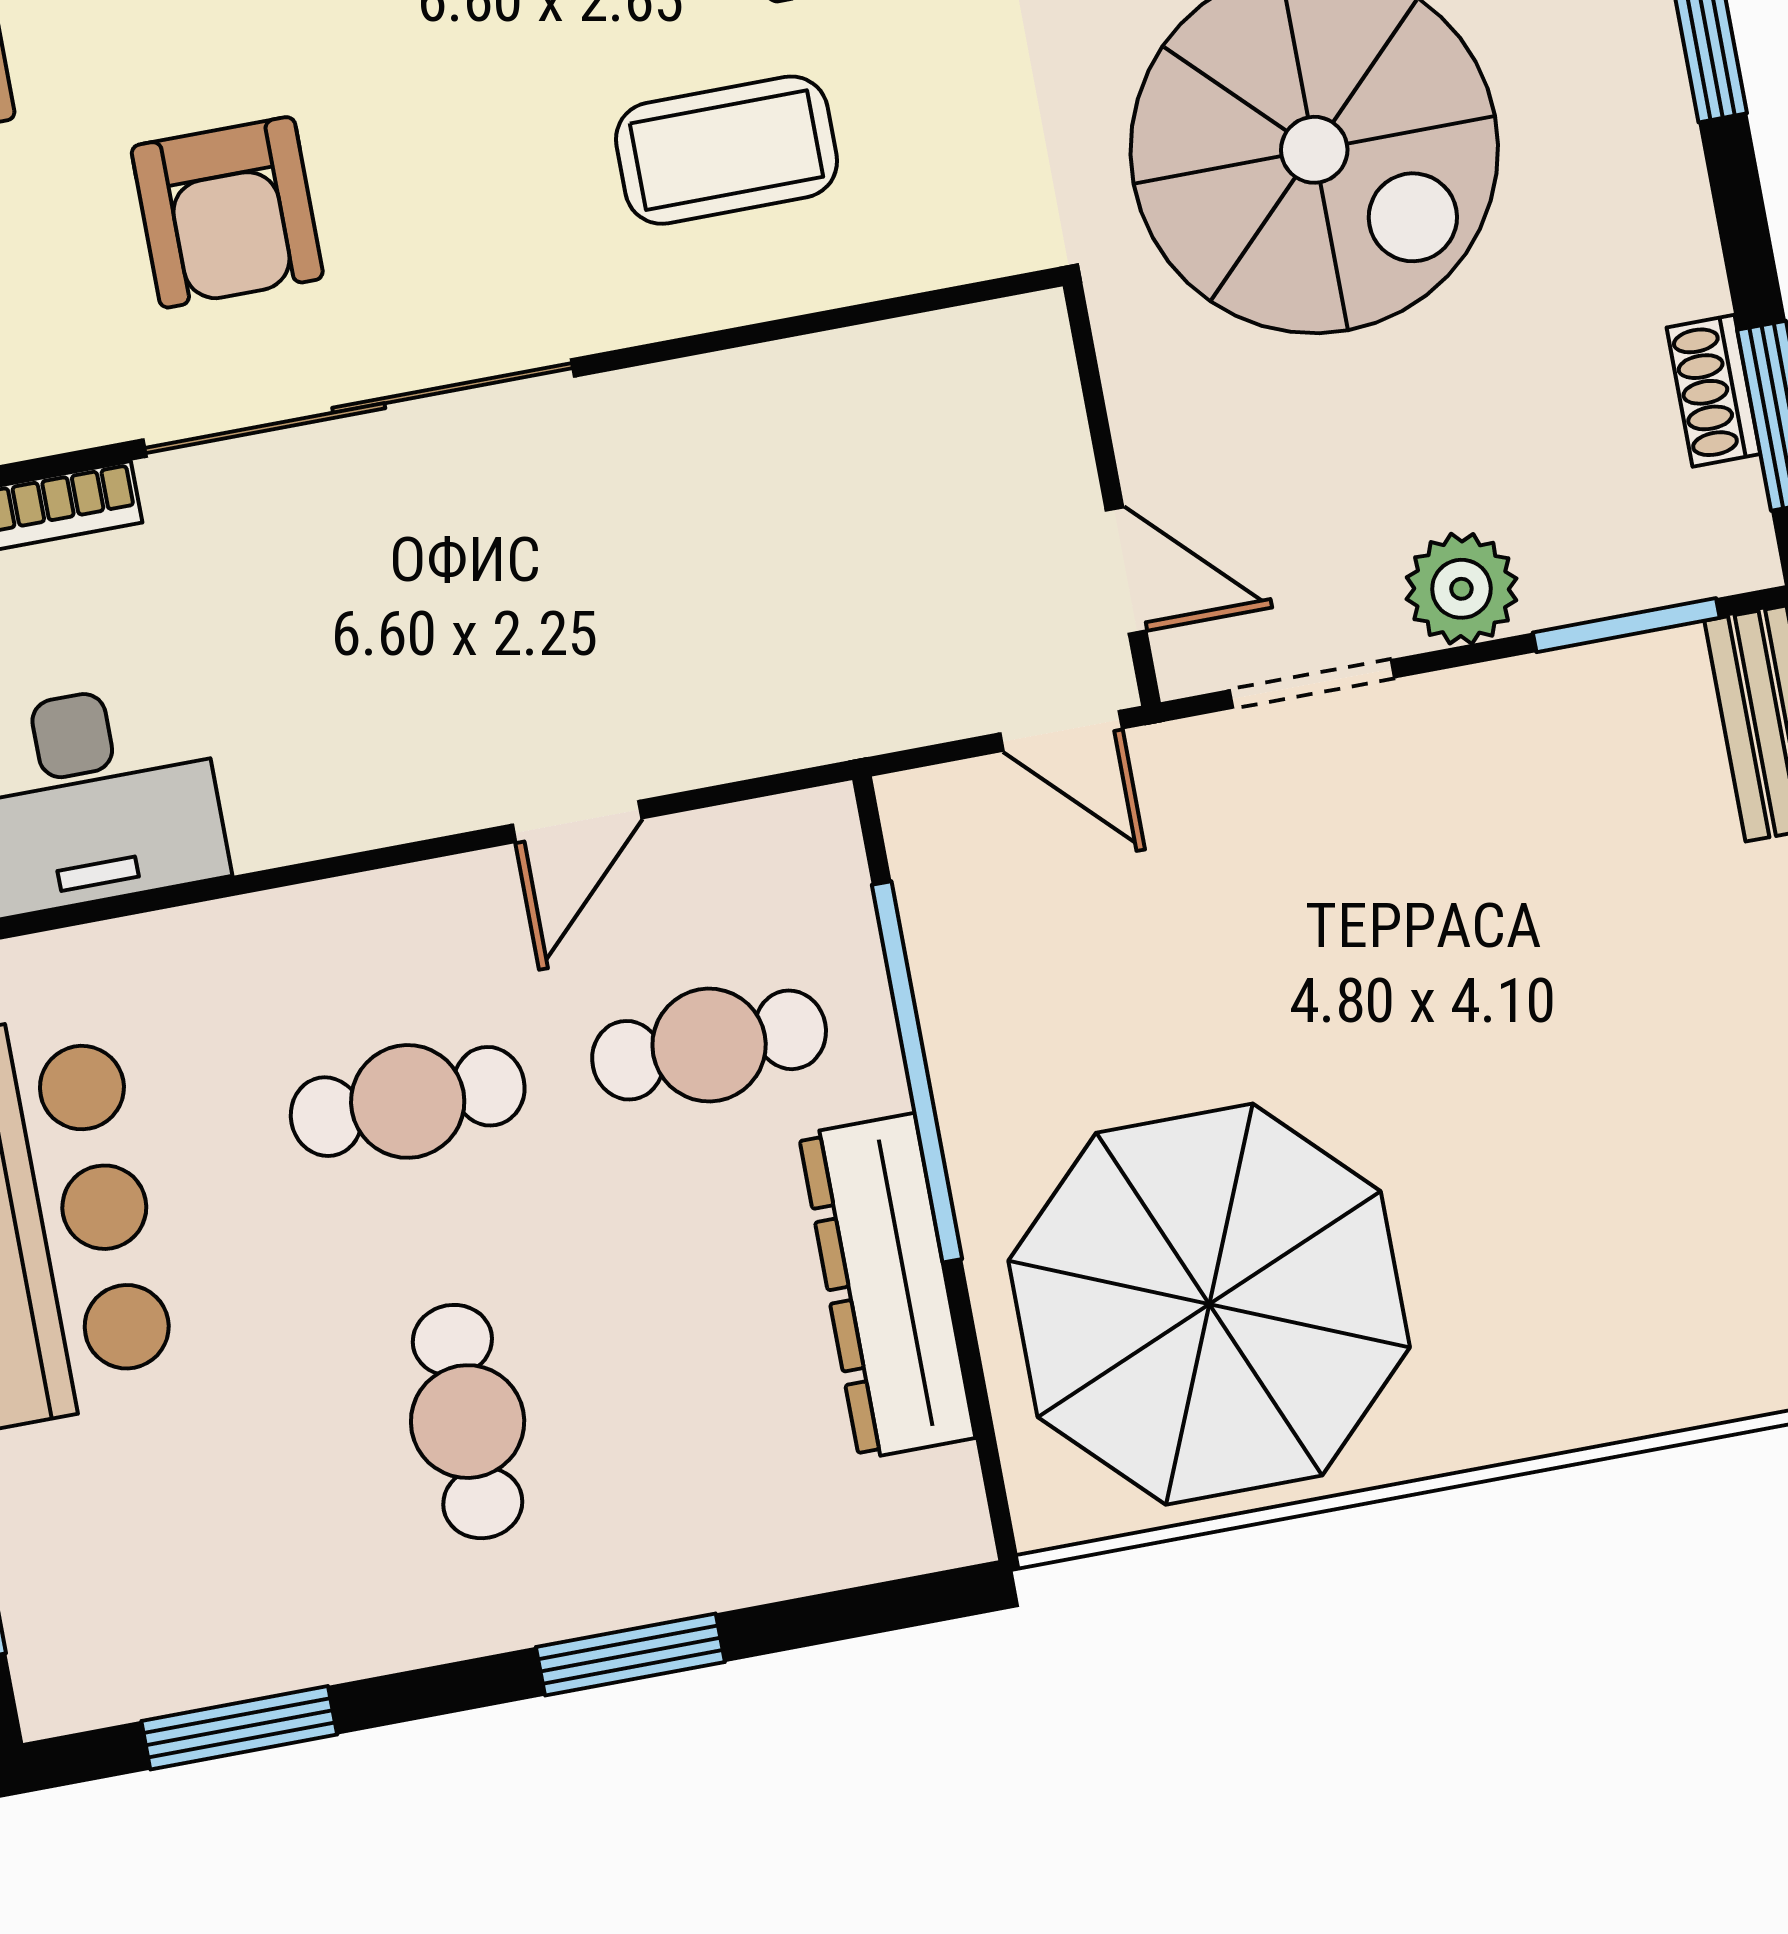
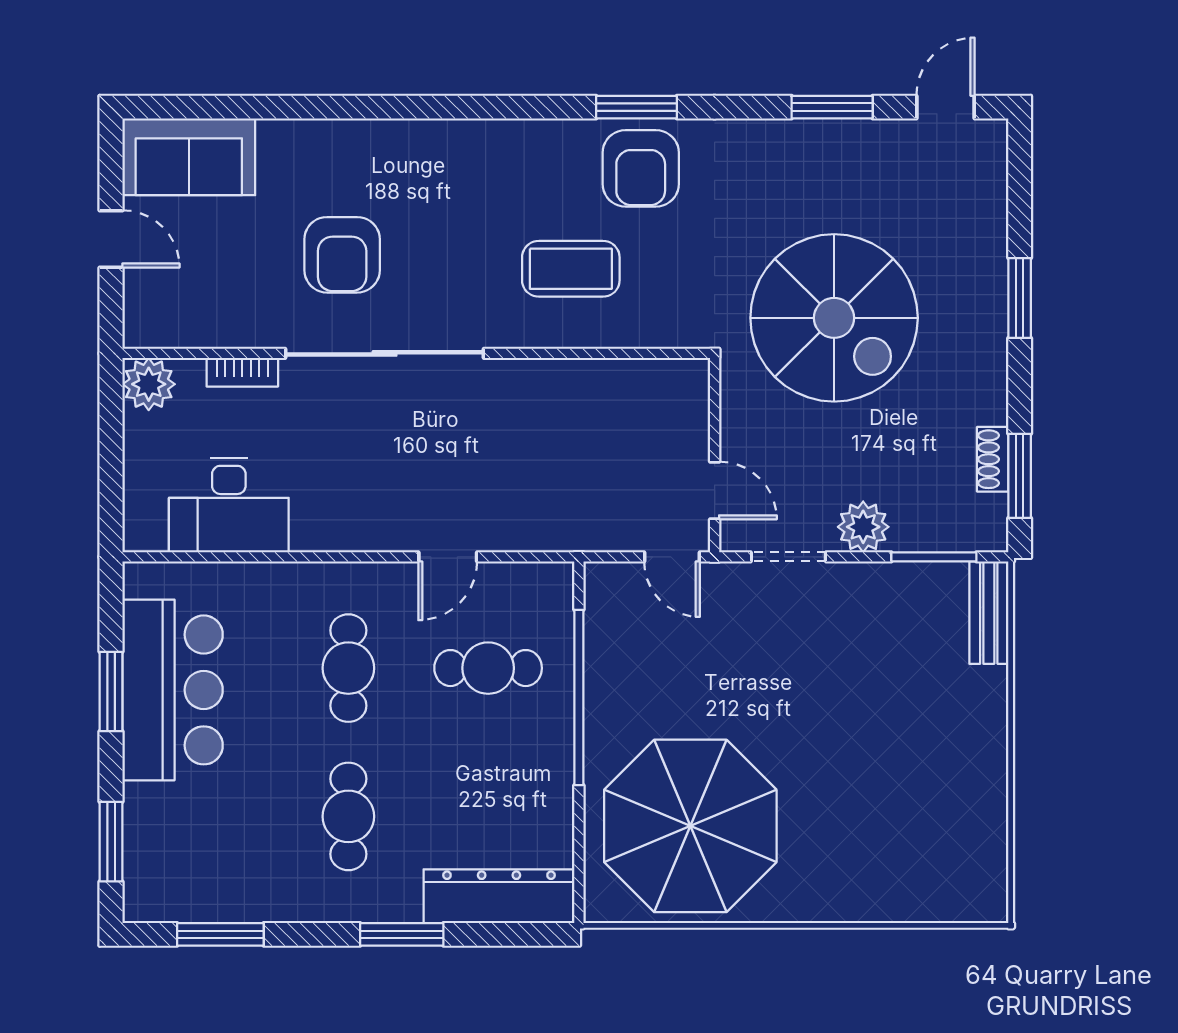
cafe table: (408, 1101) -> (348, 668), turned 90
dresser: (887, 1286) -> (499, 896), moved, turned 90

